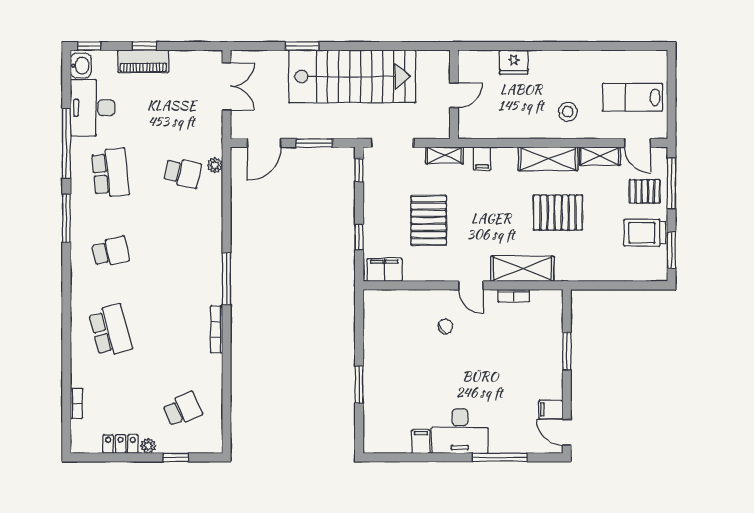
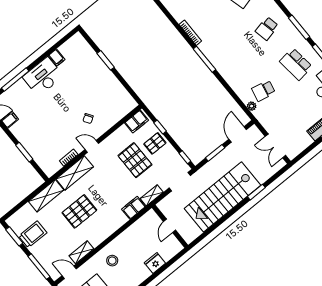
filing cabinet: (482, 158) -> (134, 208), width x2.00
shelving: (548, 159) -> (46, 196), moved
pallet: (645, 191) -> (155, 143), moved

